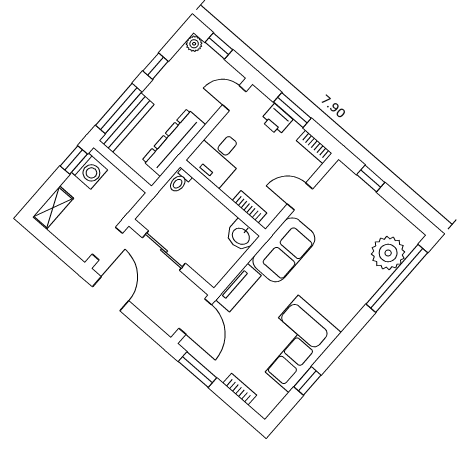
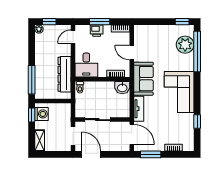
window: (156, 66) -> (32, 51), removed
bench: (127, 123) -> (39, 83), removed
window: (371, 178) -> (182, 22), moved
door: (300, 197) -> (132, 53), hinge flipped
corner sofa: (293, 344) -> (179, 92), moved

